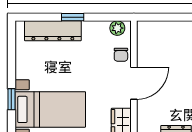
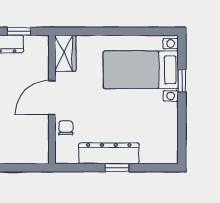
plant: (117, 28) -> (70, 156), removed
dresser: (53, 31) -> (109, 153), moved

